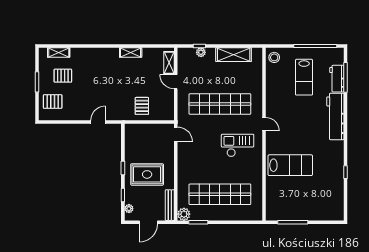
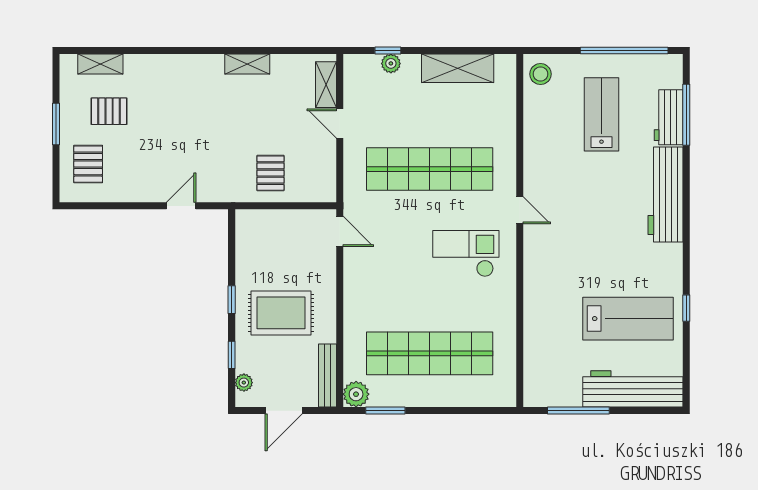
lab bench: (304, 77) -> (601, 114), turned 180
pallet: (53, 102) -> (88, 164), turned 90
lab bench: (290, 165) -> (628, 319), moved
workbench: (319, 212) -> (633, 389), added

